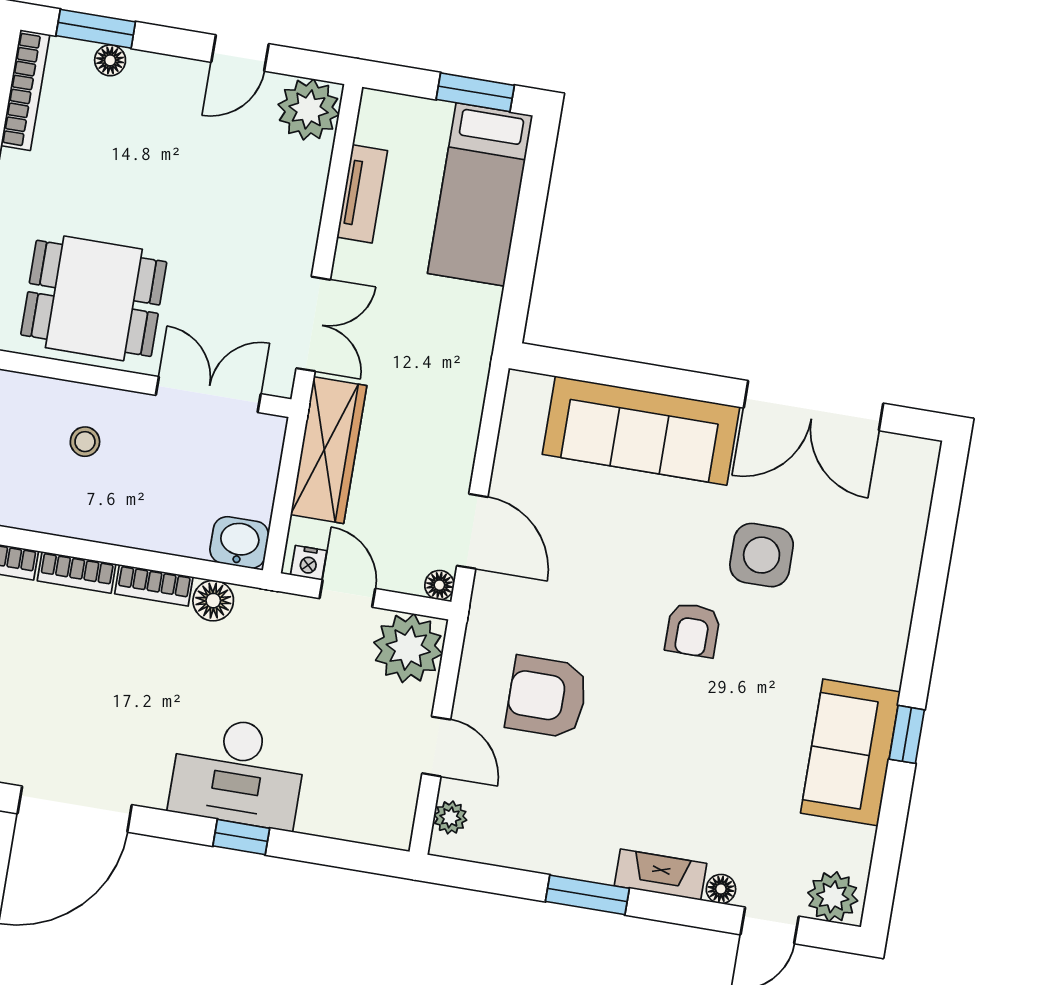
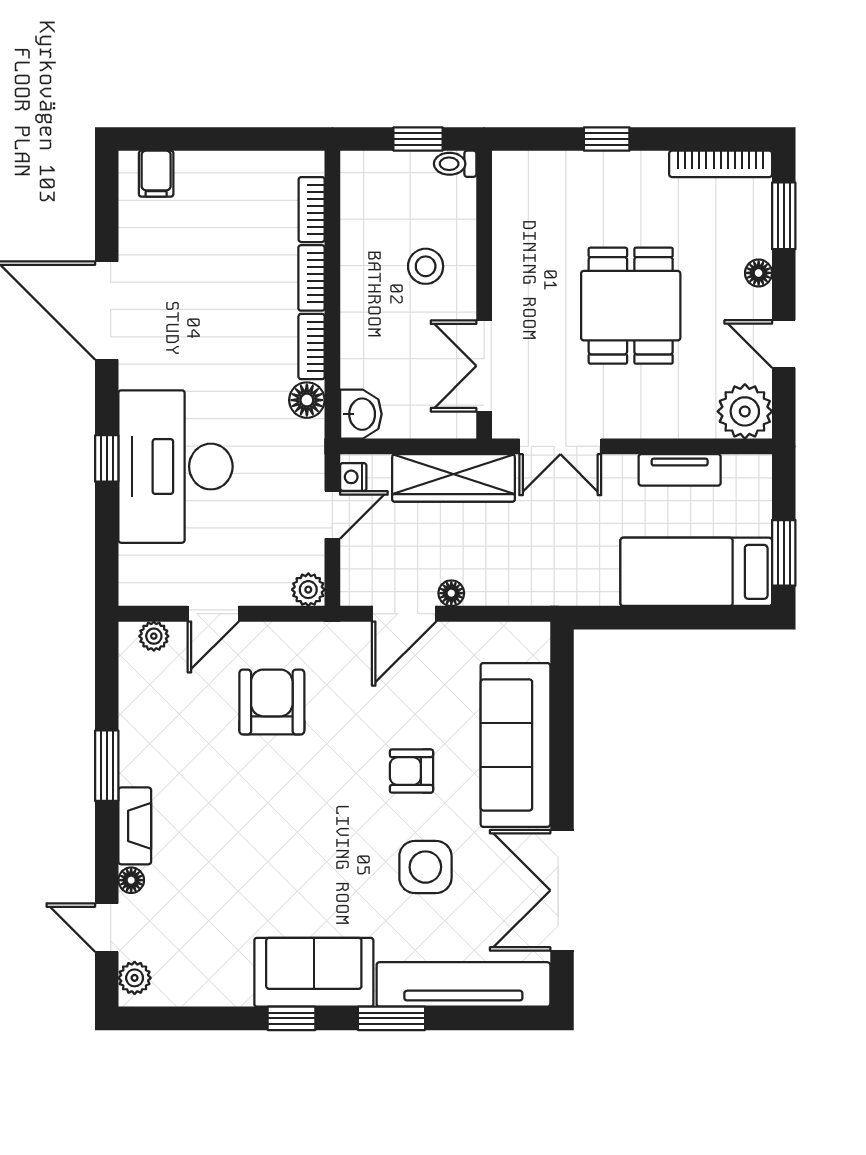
floor lamp: (110, 60) -> (759, 273), moved
dining table: (94, 298) -> (631, 306), moved
double door: (208, 395) -> (484, 366), swing flipped
stool: (85, 442) -> (426, 266), width x1.37, depth x1.37
tv unit: (901, 534) -> (463, 984), added
floor lamp: (439, 585) -> (451, 593), moved
window: (926, 622) -> (392, 1018), added
armchair: (693, 630) -> (411, 771), moved
plant: (408, 648) -> (308, 590), width x0.53, depth x0.53
sofa: (850, 752) -> (314, 972), moved
desk: (238, 772) -> (175, 467), width x1.36, depth x1.30
plant: (833, 897) -> (135, 978), width x0.73, depth x0.73

